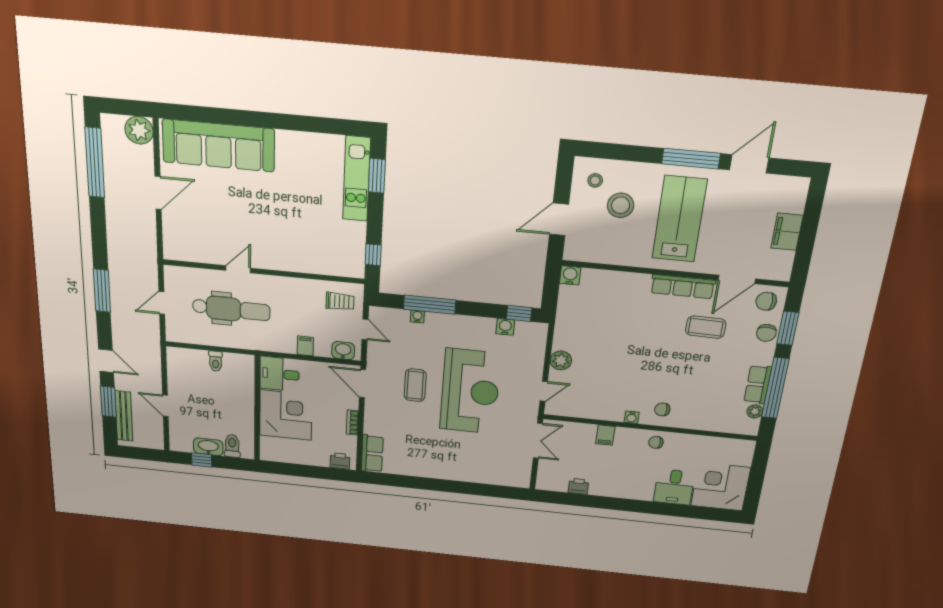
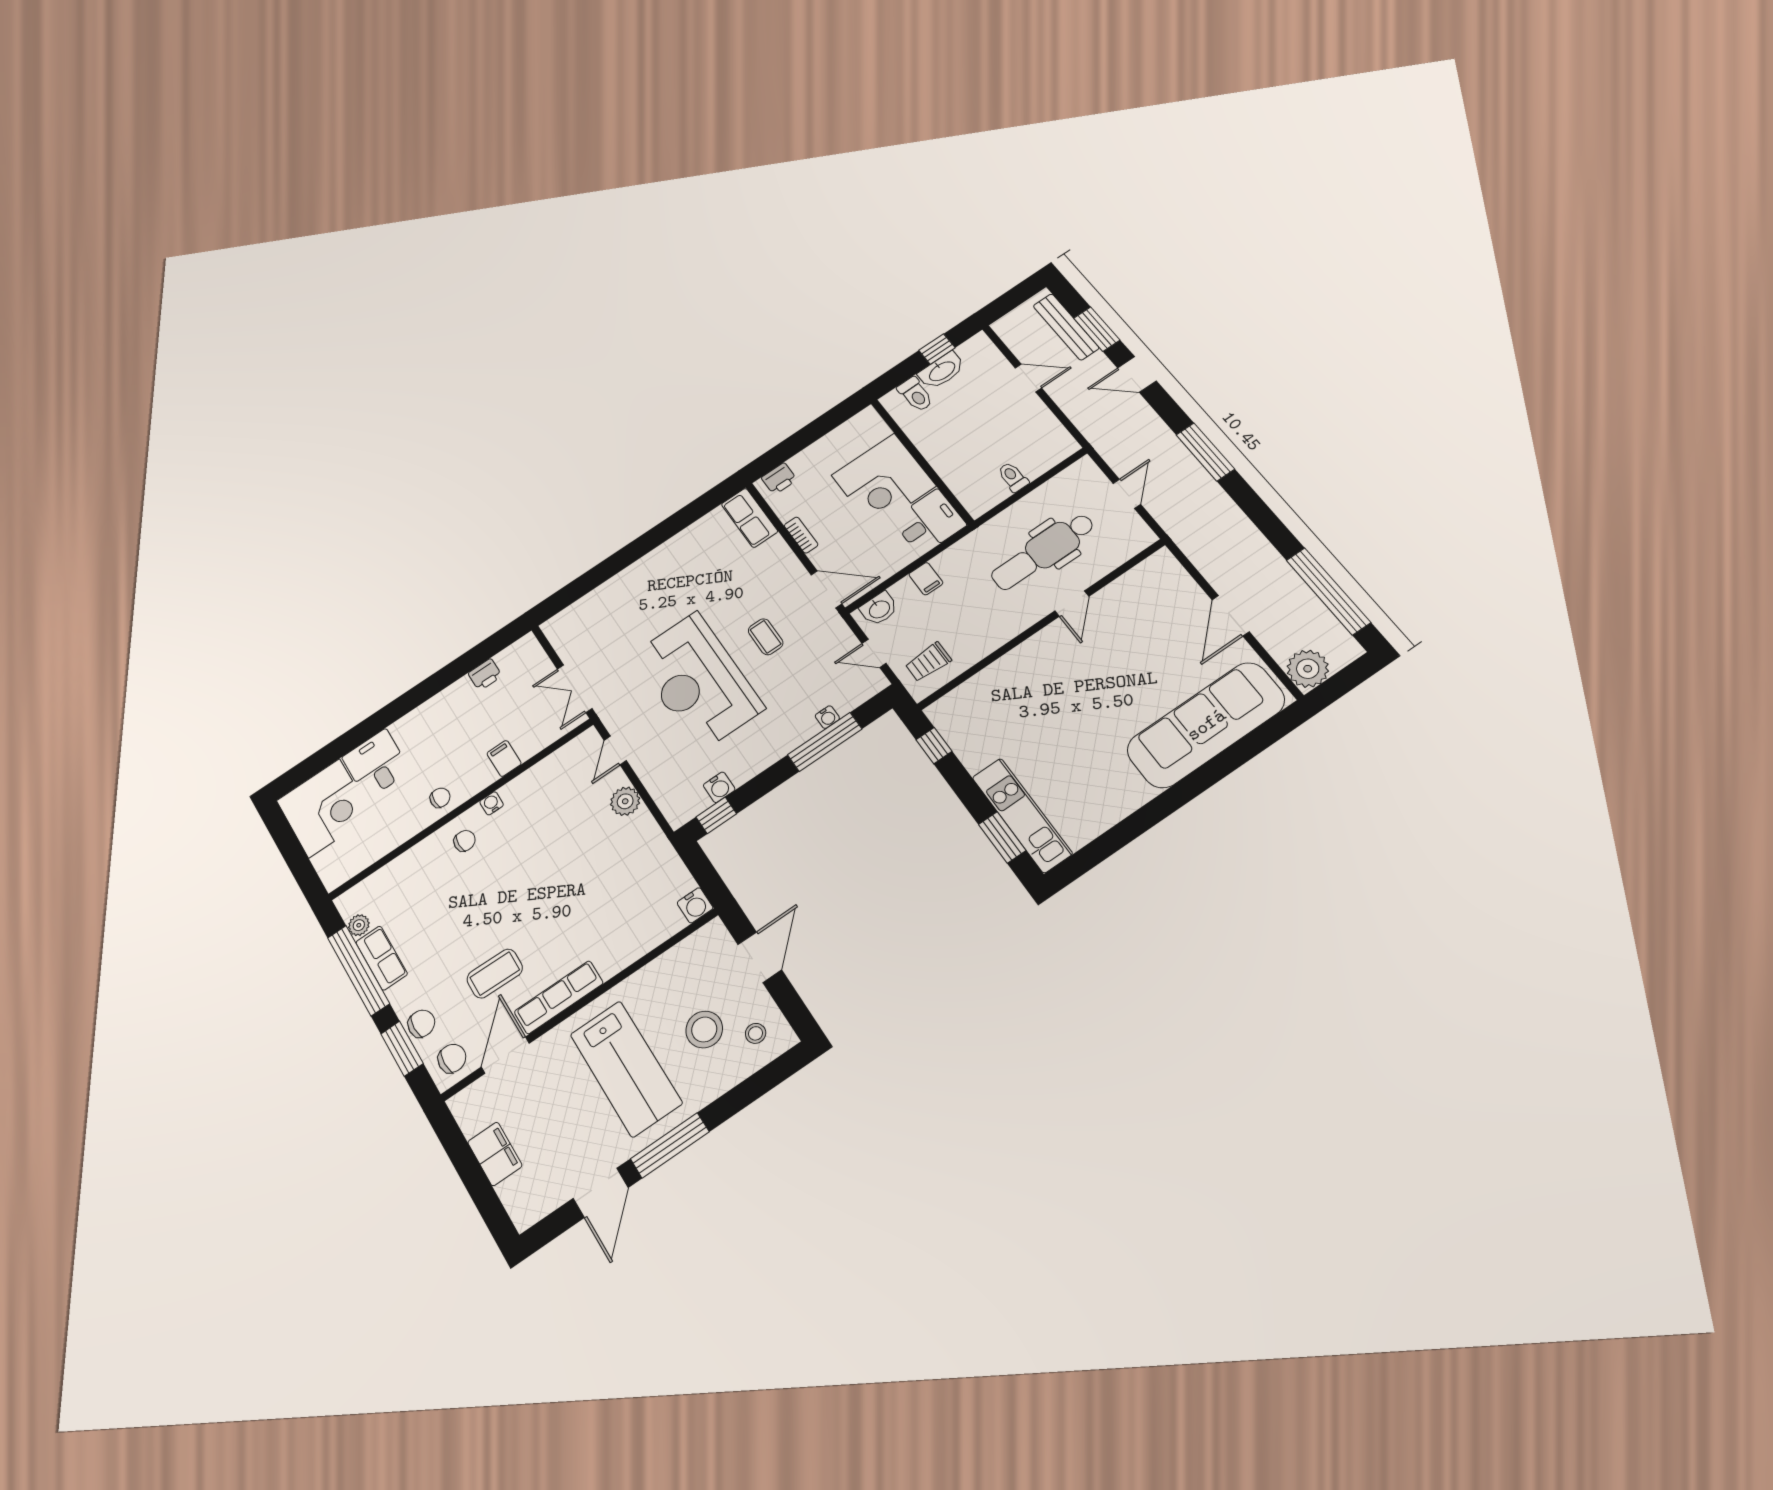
chair: (766, 333) -> (421, 1024), turned 90
coffee table: (415, 385) -> (766, 637), width x0.73, depth x0.77

